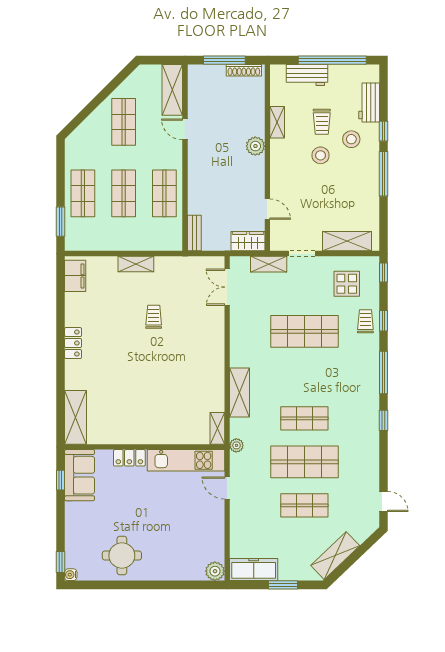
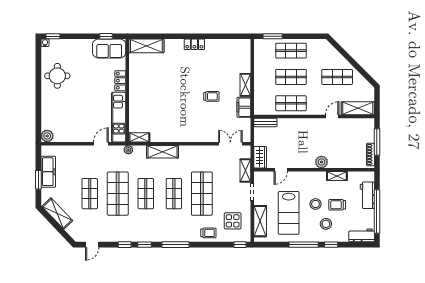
workbench: (369, 102) -> (362, 235), moved
lab bench: (334, 197) -> (289, 213), added
filing cabinet: (75, 276) -> (244, 107), moved, turned 90
window: (383, 321) -> (125, 245), moved
shop shelf: (304, 375) -> (174, 194), added
freezer: (254, 569) -> (48, 172), moved

